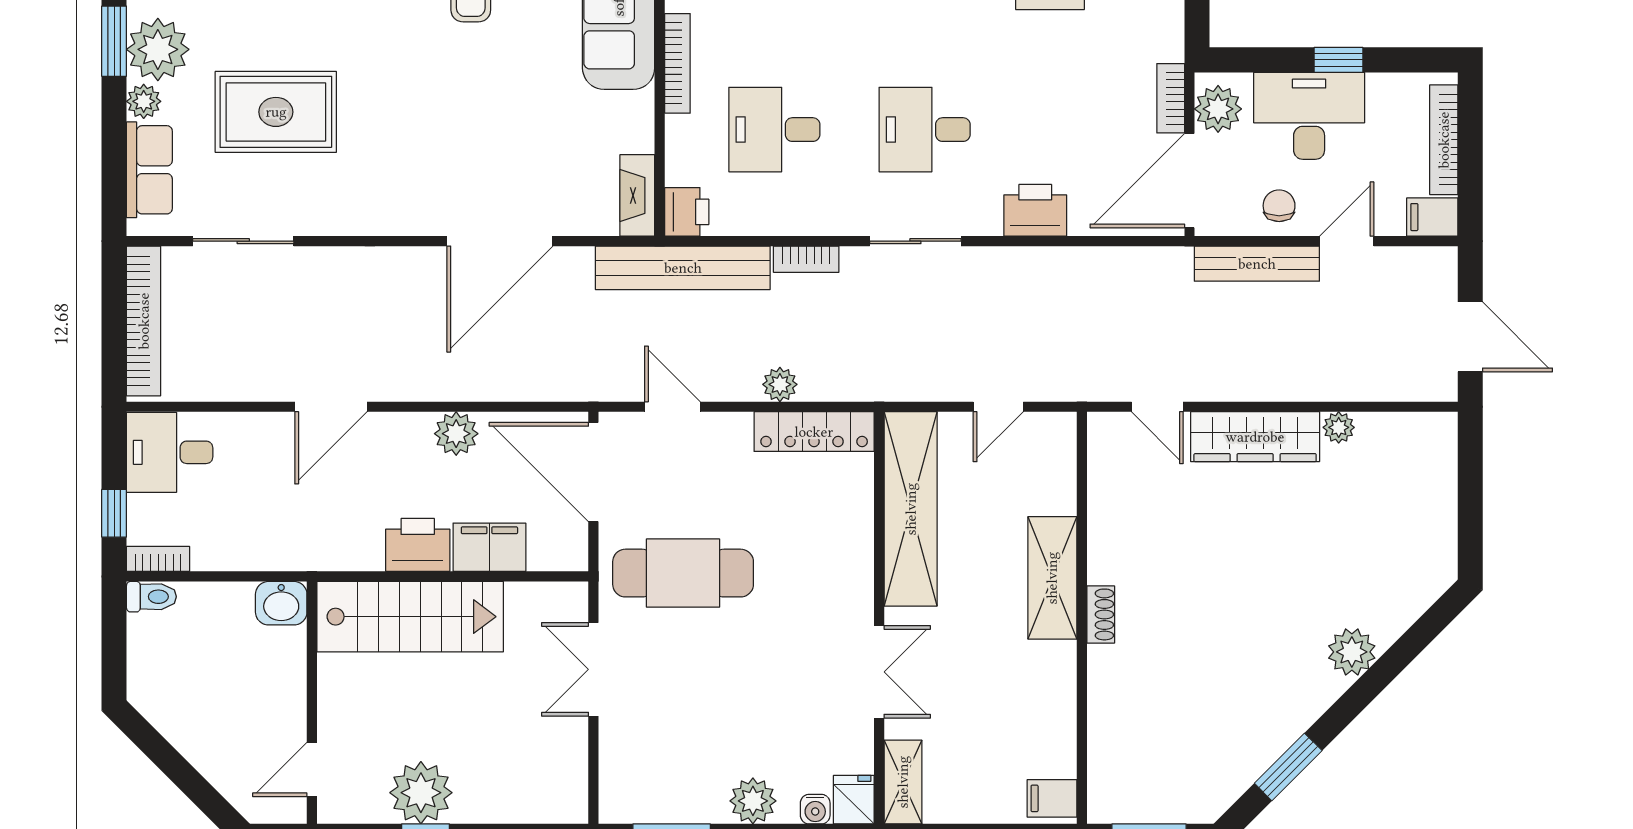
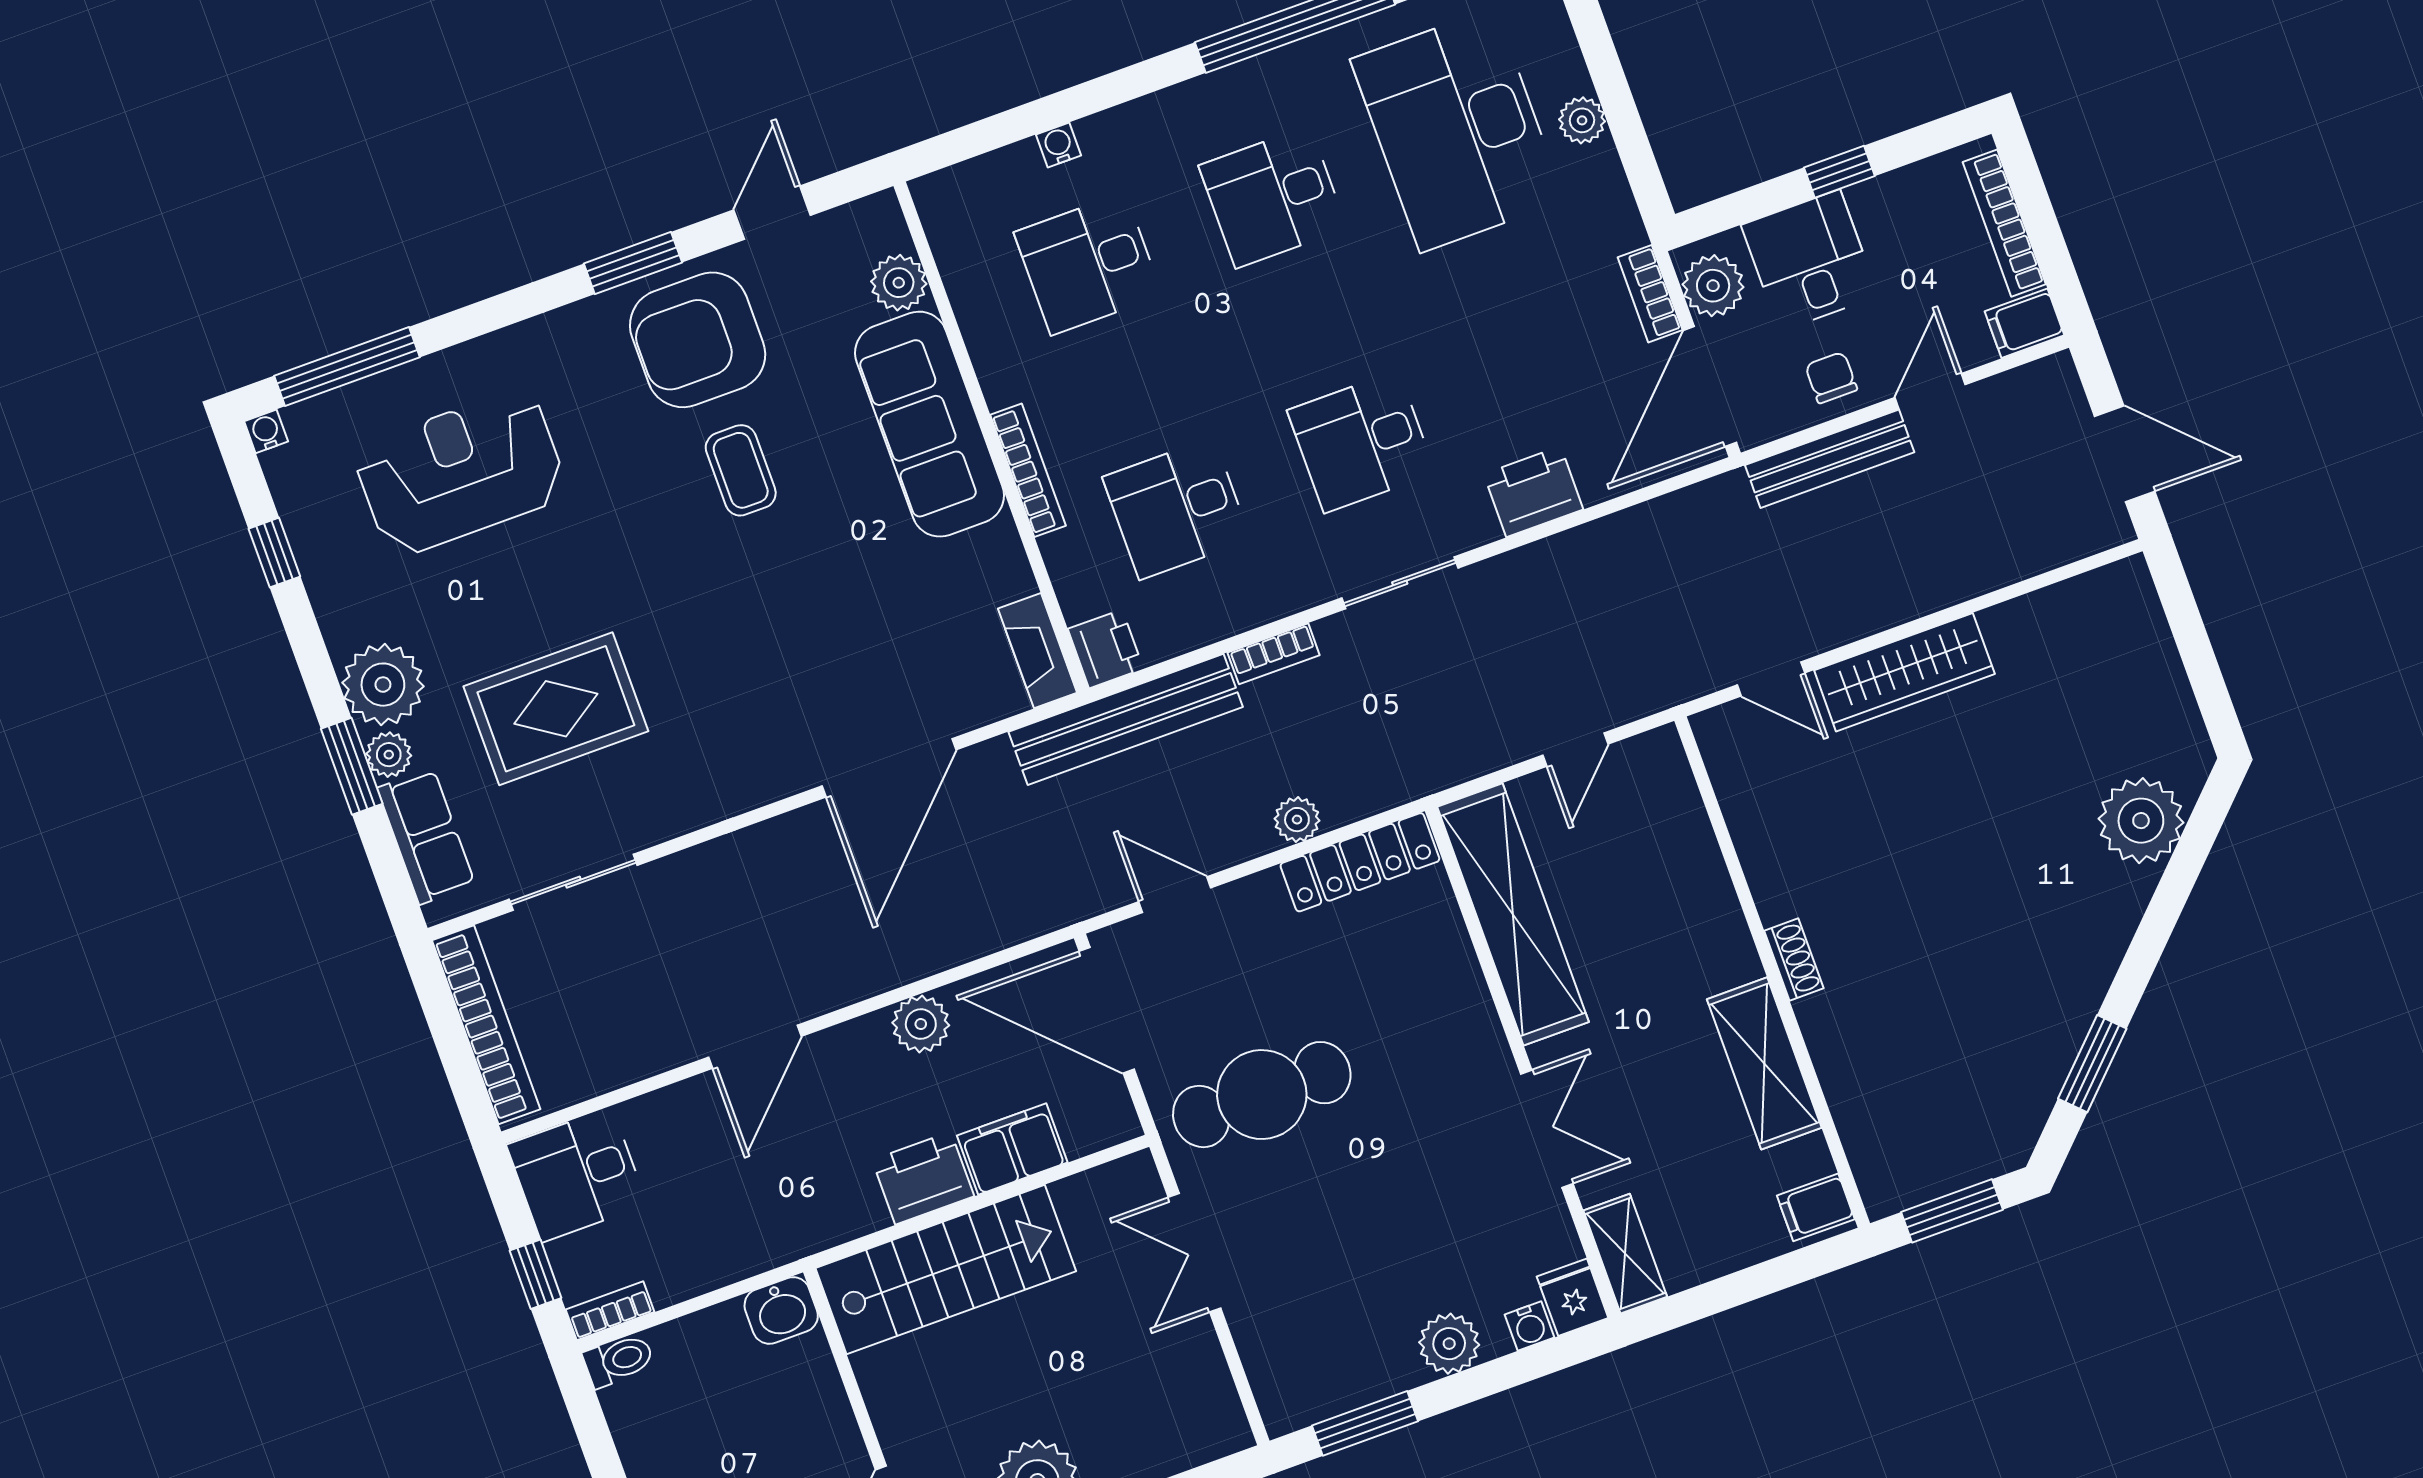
window: (114, 41) -> (352, 766), moved
desk: (1309, 116) -> (1810, 260), width x0.73
plant: (1339, 427) -> (2003, 624), removed
shelving: (1052, 578) -> (1764, 1063), moved
plant: (1352, 652) -> (2141, 821), moved, width x1.36, depth x1.36

